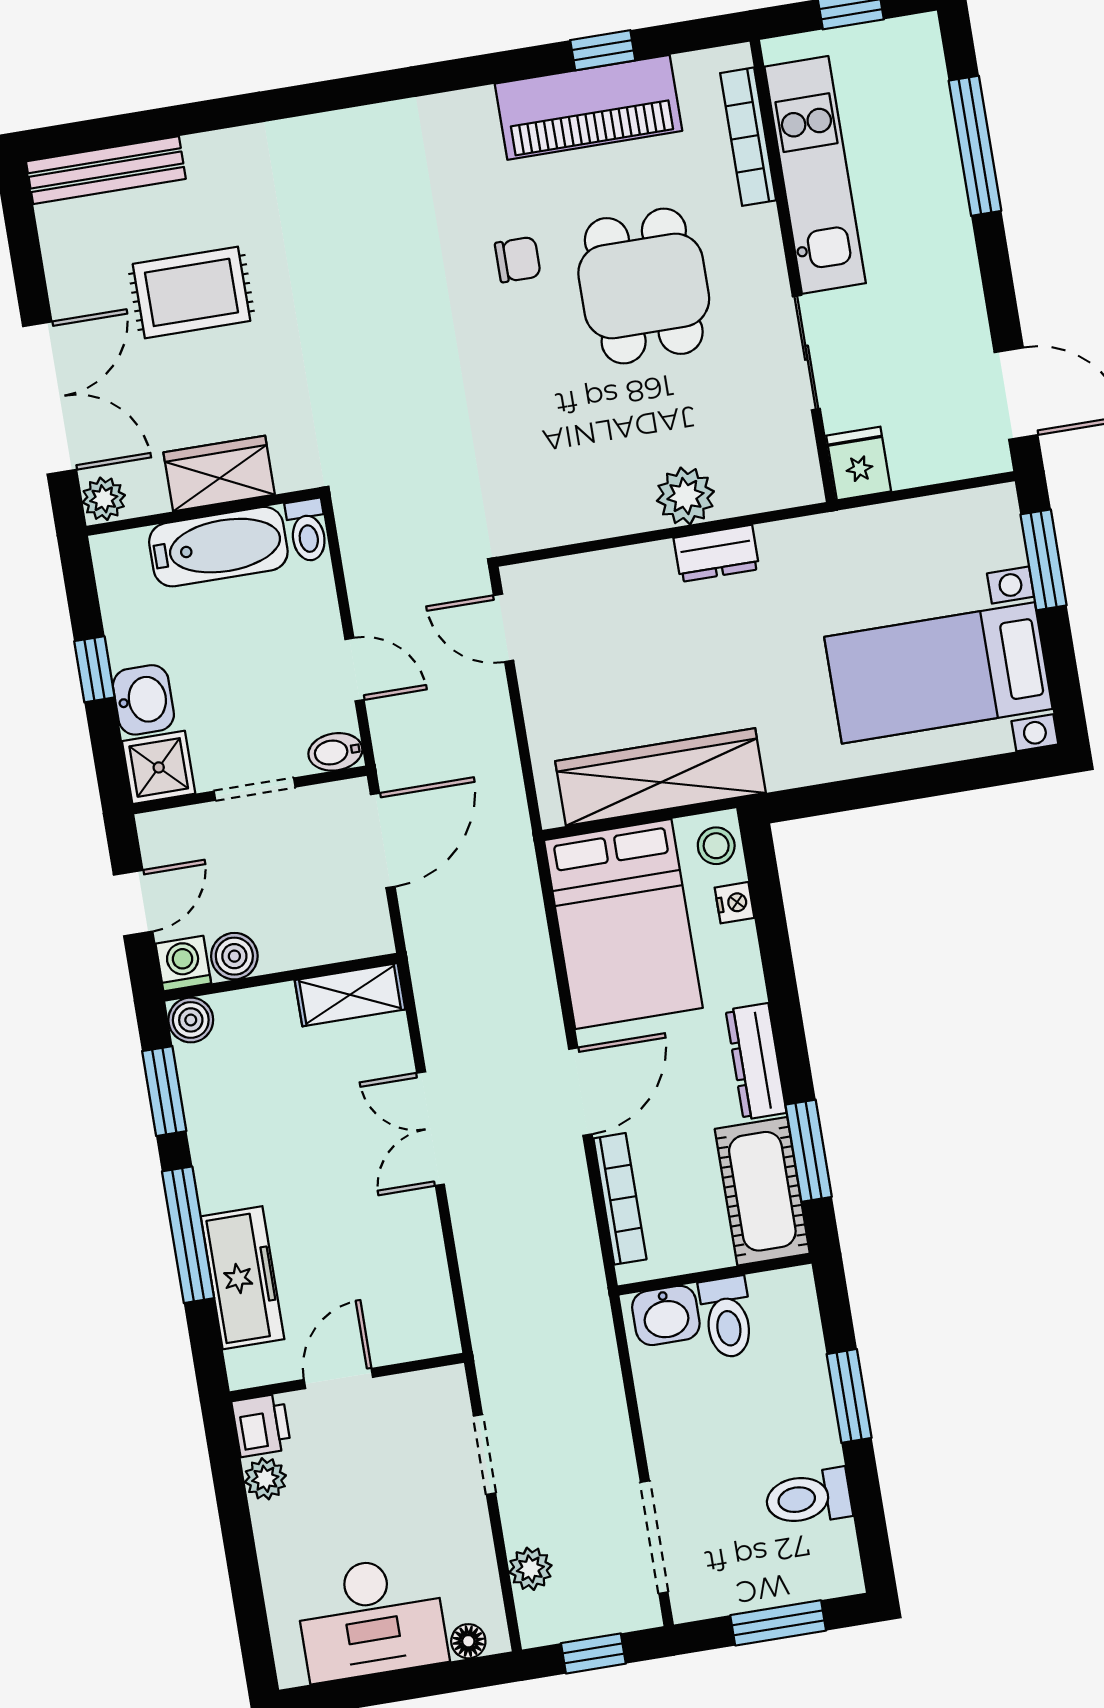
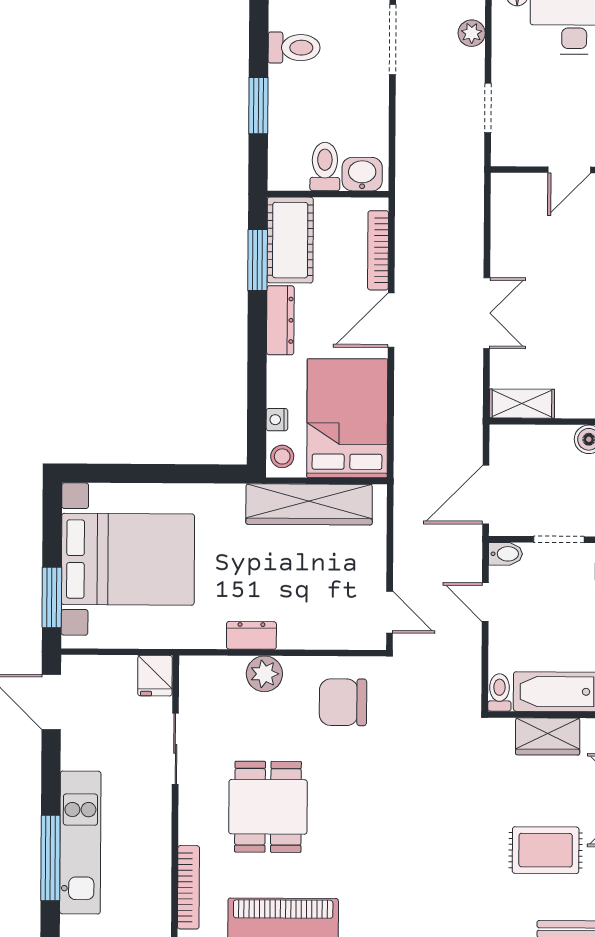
kitchen unit: (815, 175) -> (80, 842), moved, turned 180
chair: (518, 260) -> (343, 702), moved, width x1.87, depth x1.87
bed with nightstands: (938, 673) -> (128, 559), width x1.36

